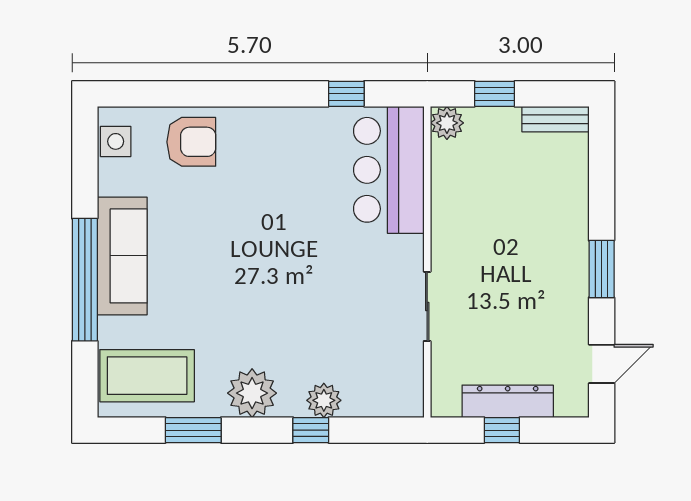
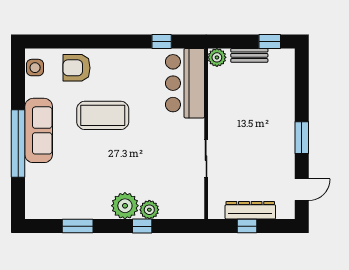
window: (495, 94) -> (270, 41), moved
bench: (556, 119) -> (249, 55), moved
armchair: (191, 142) -> (77, 68), turned 180
coffee table: (147, 376) -> (103, 115), moved
plant: (252, 393) -> (125, 206), moved

